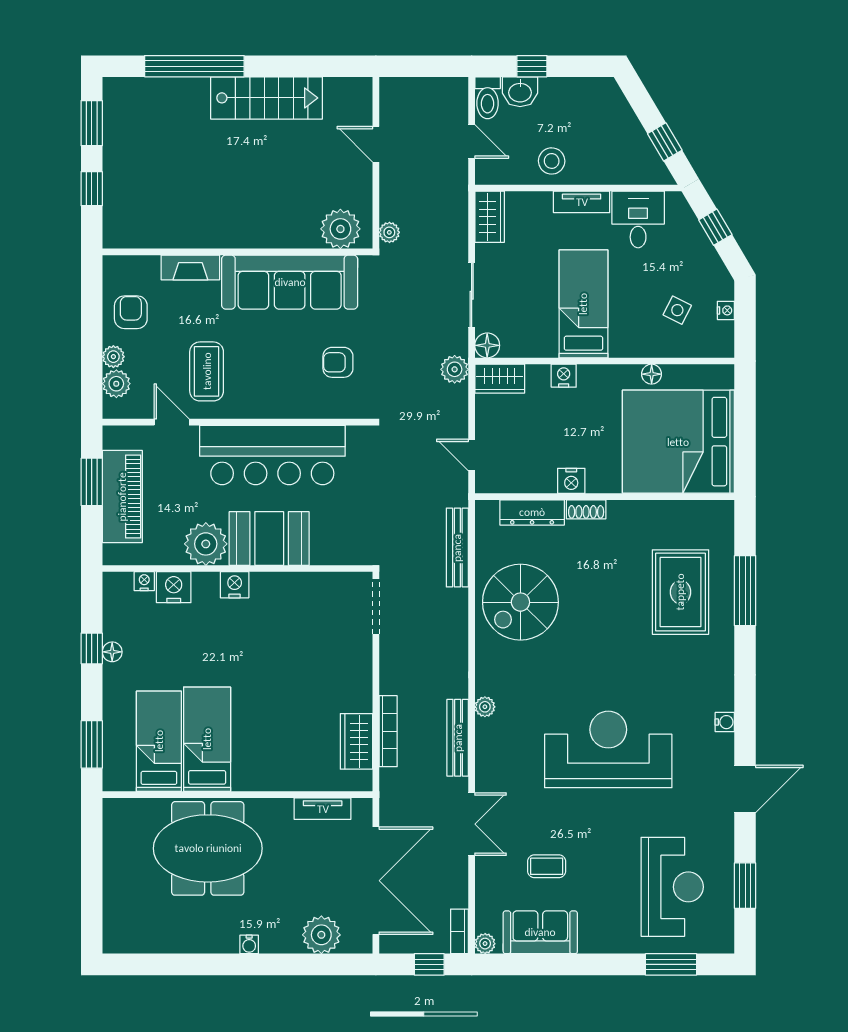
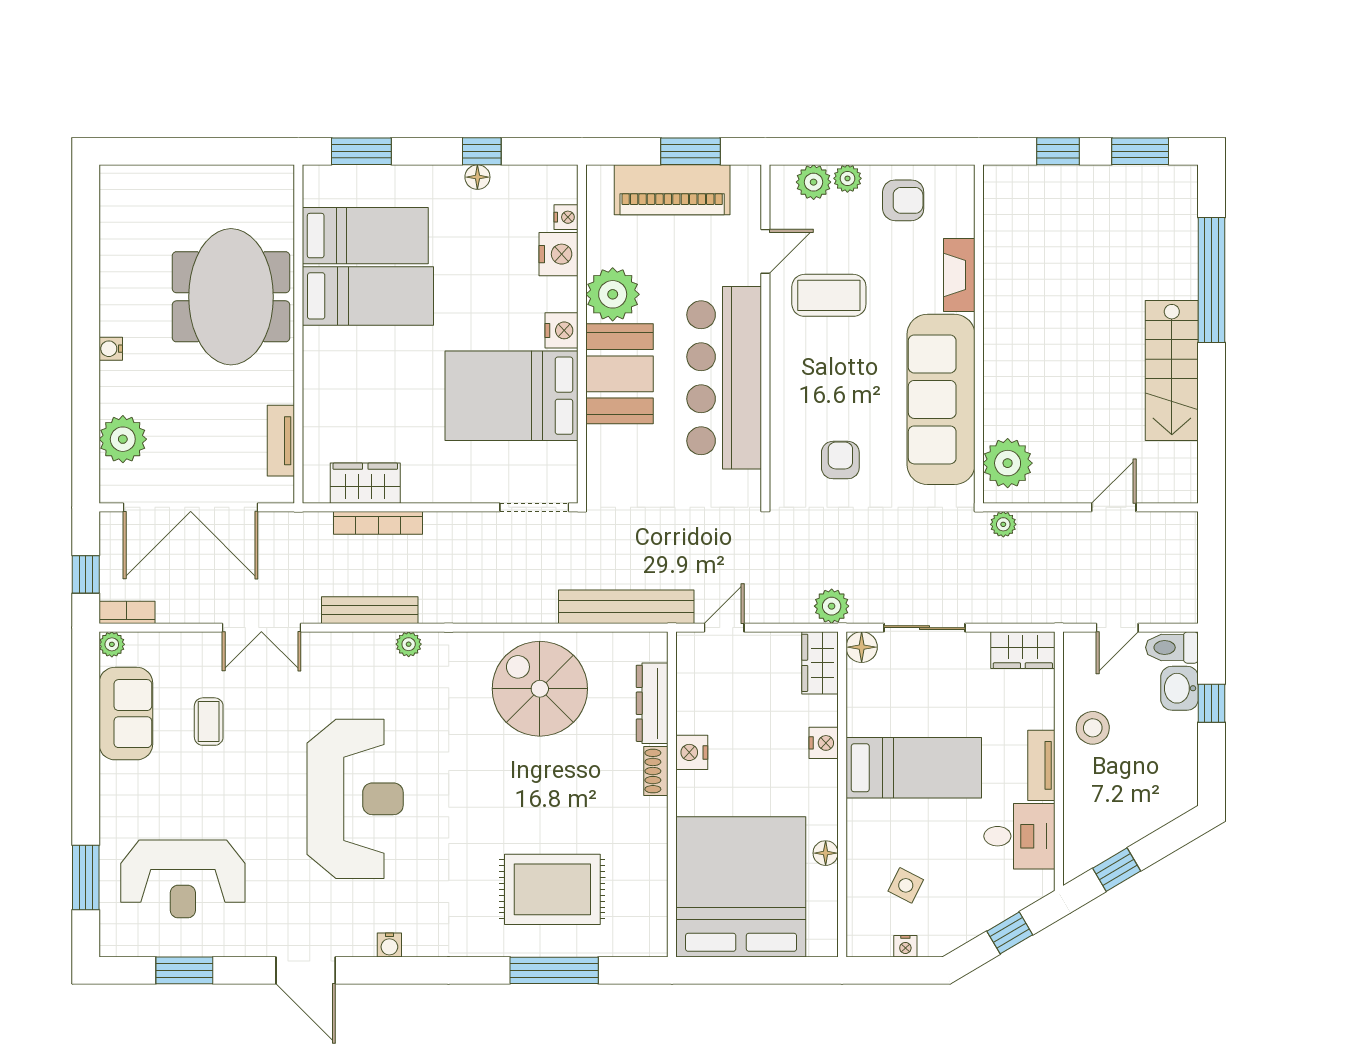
bench: (457, 548) -> (626, 607), width x1.37, depth x1.21
bed: (287, 625) -> (512, 396), added

